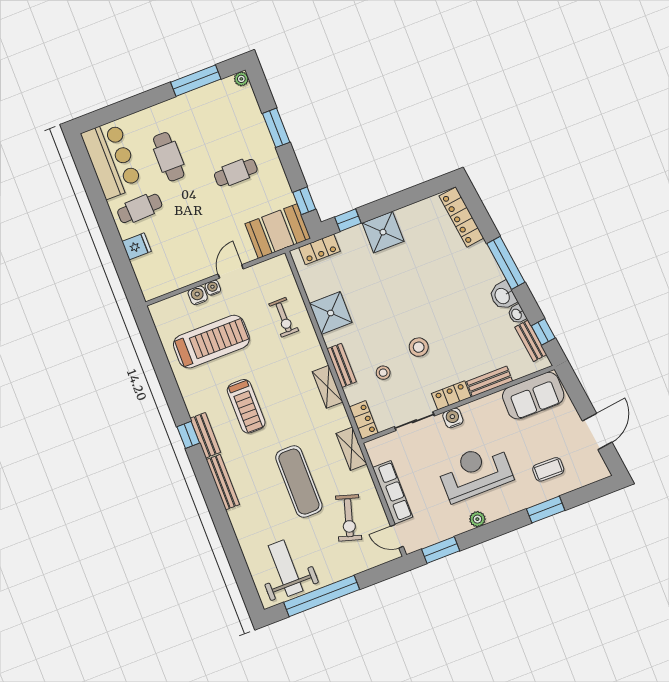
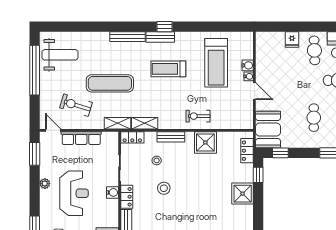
exercise bike: (284, 317) -> (198, 116), moved
shelving: (328, 387) -> (145, 123), moved
door: (397, 536) -> (53, 130), hinge flipped

